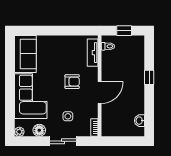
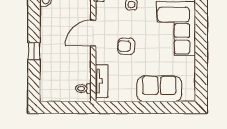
window: (124, 31) -> (64, 107), removed
sofa: (25, 54) -> (159, 89), moved, turned 90

